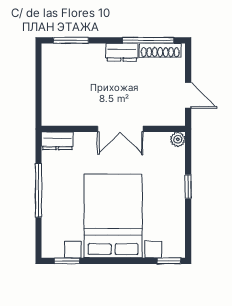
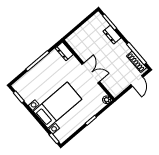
dresser: (122, 52) -> (112, 35), moved
door: (188, 95) -> (137, 81), moved
double door: (120, 129) -> (91, 73), swing flipped
bed with nightstands: (113, 216) -> (57, 105), width x0.73

